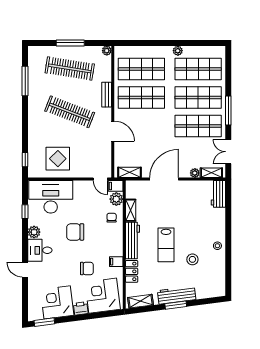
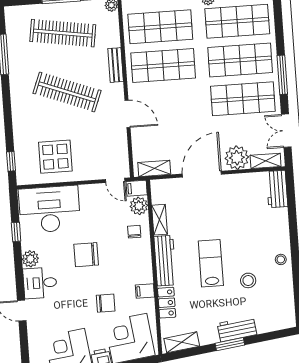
plant: (195, 173) -> (237, 158), width x1.87, depth x1.87
lab bench: (166, 245) -> (211, 263), turned 180
workbench: (177, 295) -> (237, 329), width x0.73

